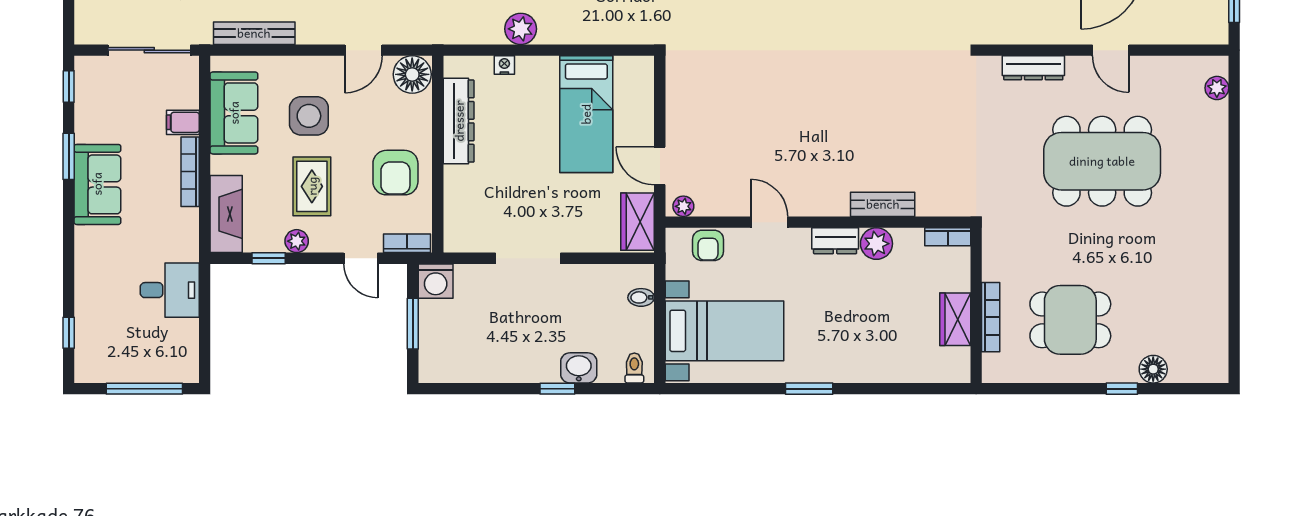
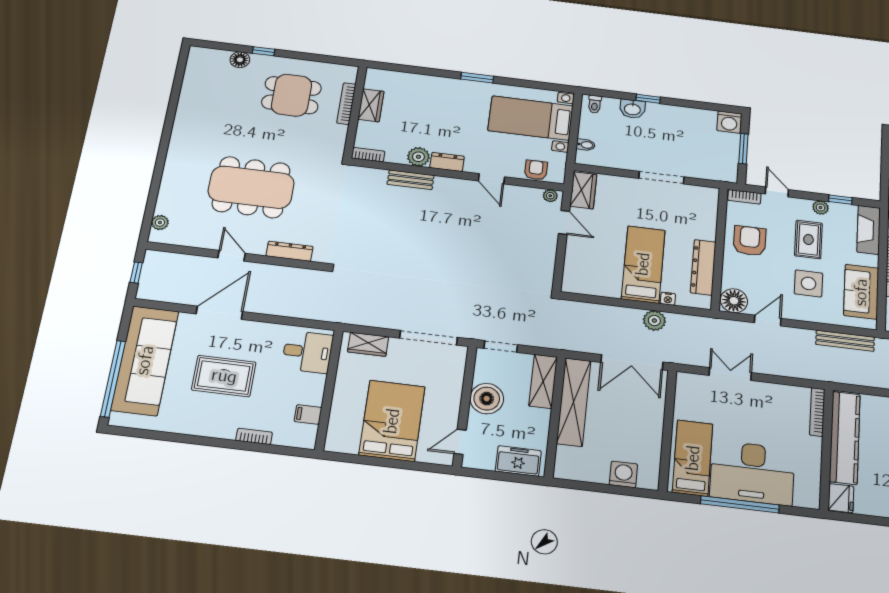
bed: (586, 114) -> (643, 264), moved
washing machine: (436, 281) -> (729, 122), moved, turned 180

